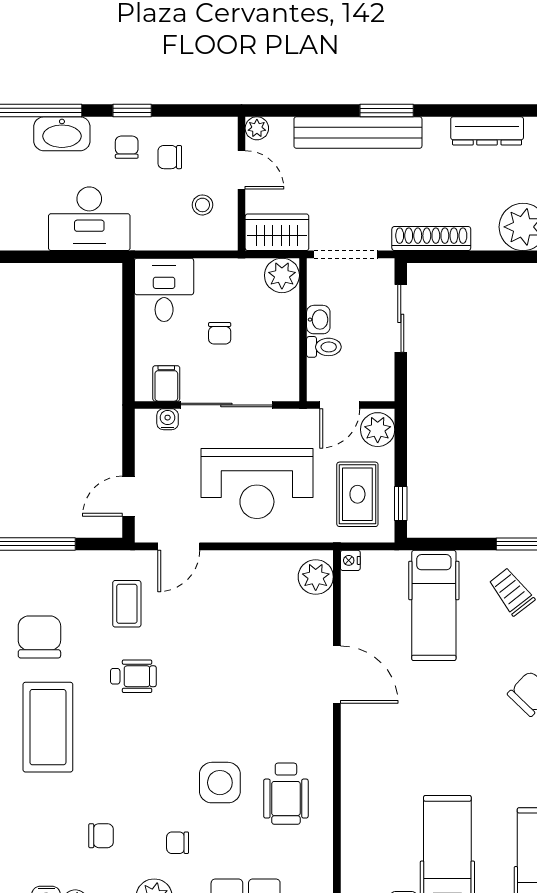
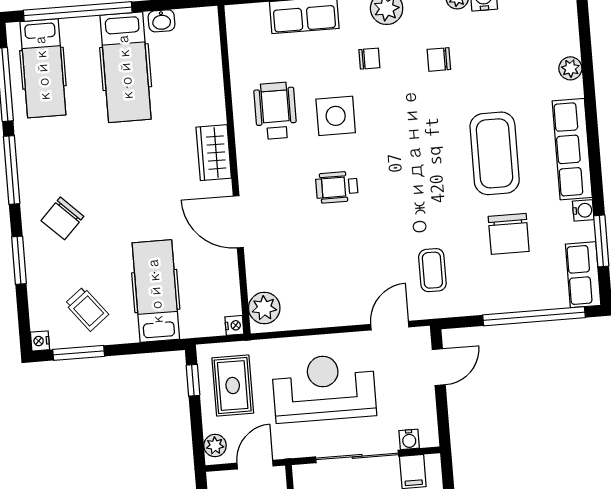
plant: (378, 430) -> (215, 446), width x0.73, depth x0.73
wheelchair: (133, 676) -> (337, 187), moved
wardrobe: (358, 753) -> (214, 153), added

